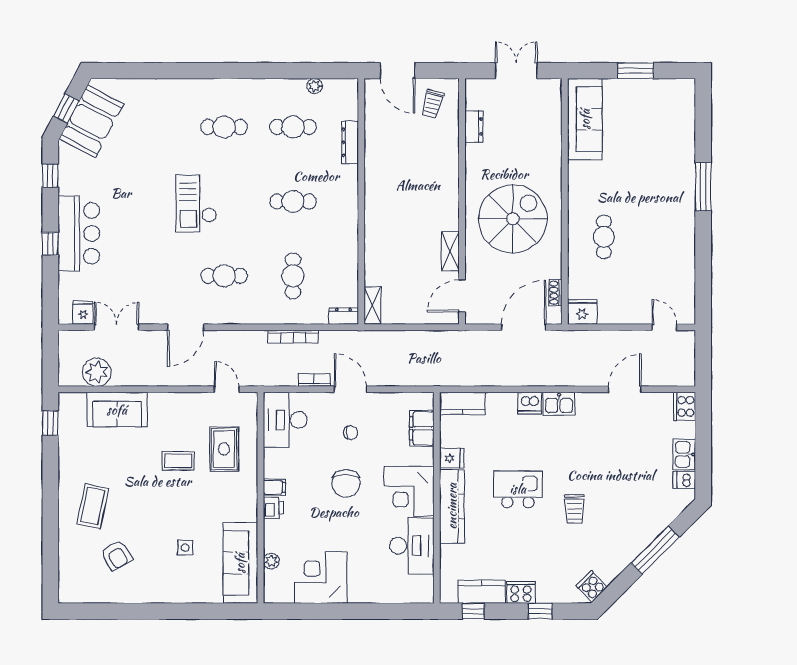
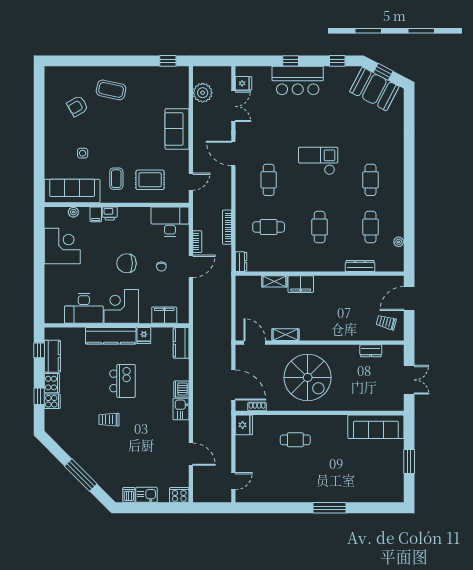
filing cabinet: (376, 229) -> (301, 284), added
shelving: (372, 305) -> (274, 281), moved
sofa: (117, 410) -> (177, 129), moved
coffee table: (178, 461) -> (116, 179), moved
filing cabinet: (274, 487) -> (96, 214), moved
cooker: (592, 586) -> (52, 401), moved, turned 45

